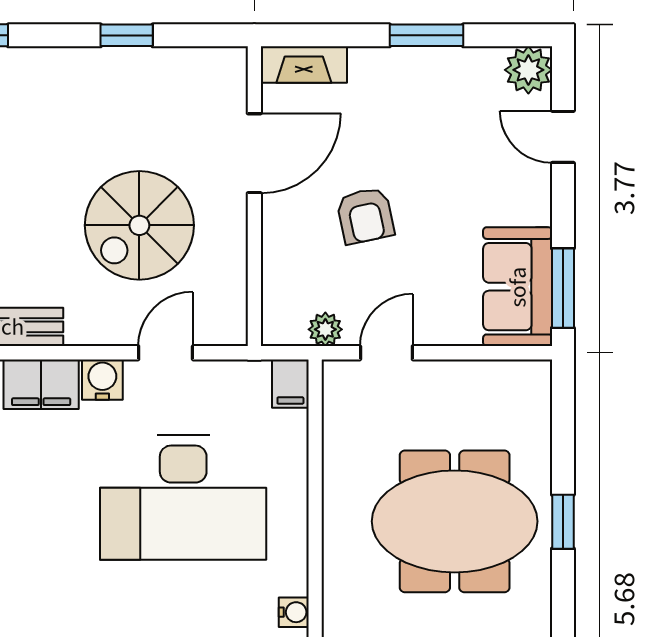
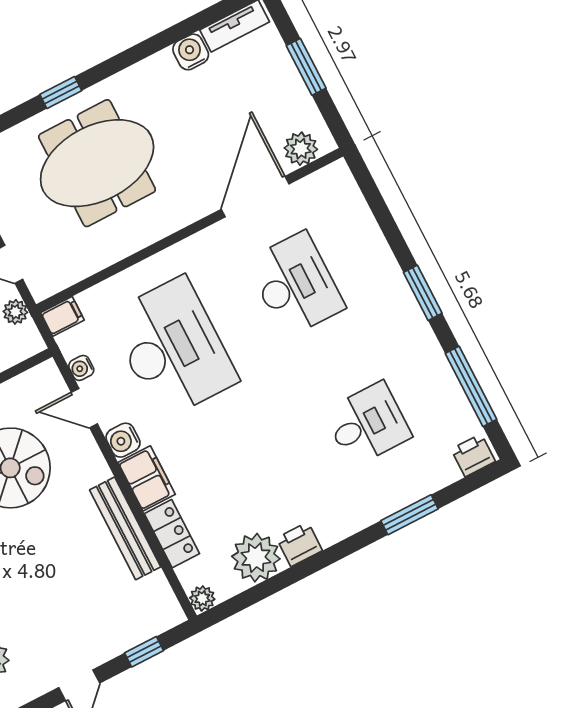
meeting table: (455, 521) -> (97, 163), turned 90
water cooler: (294, 612) -> (81, 368), moved, turned -90

